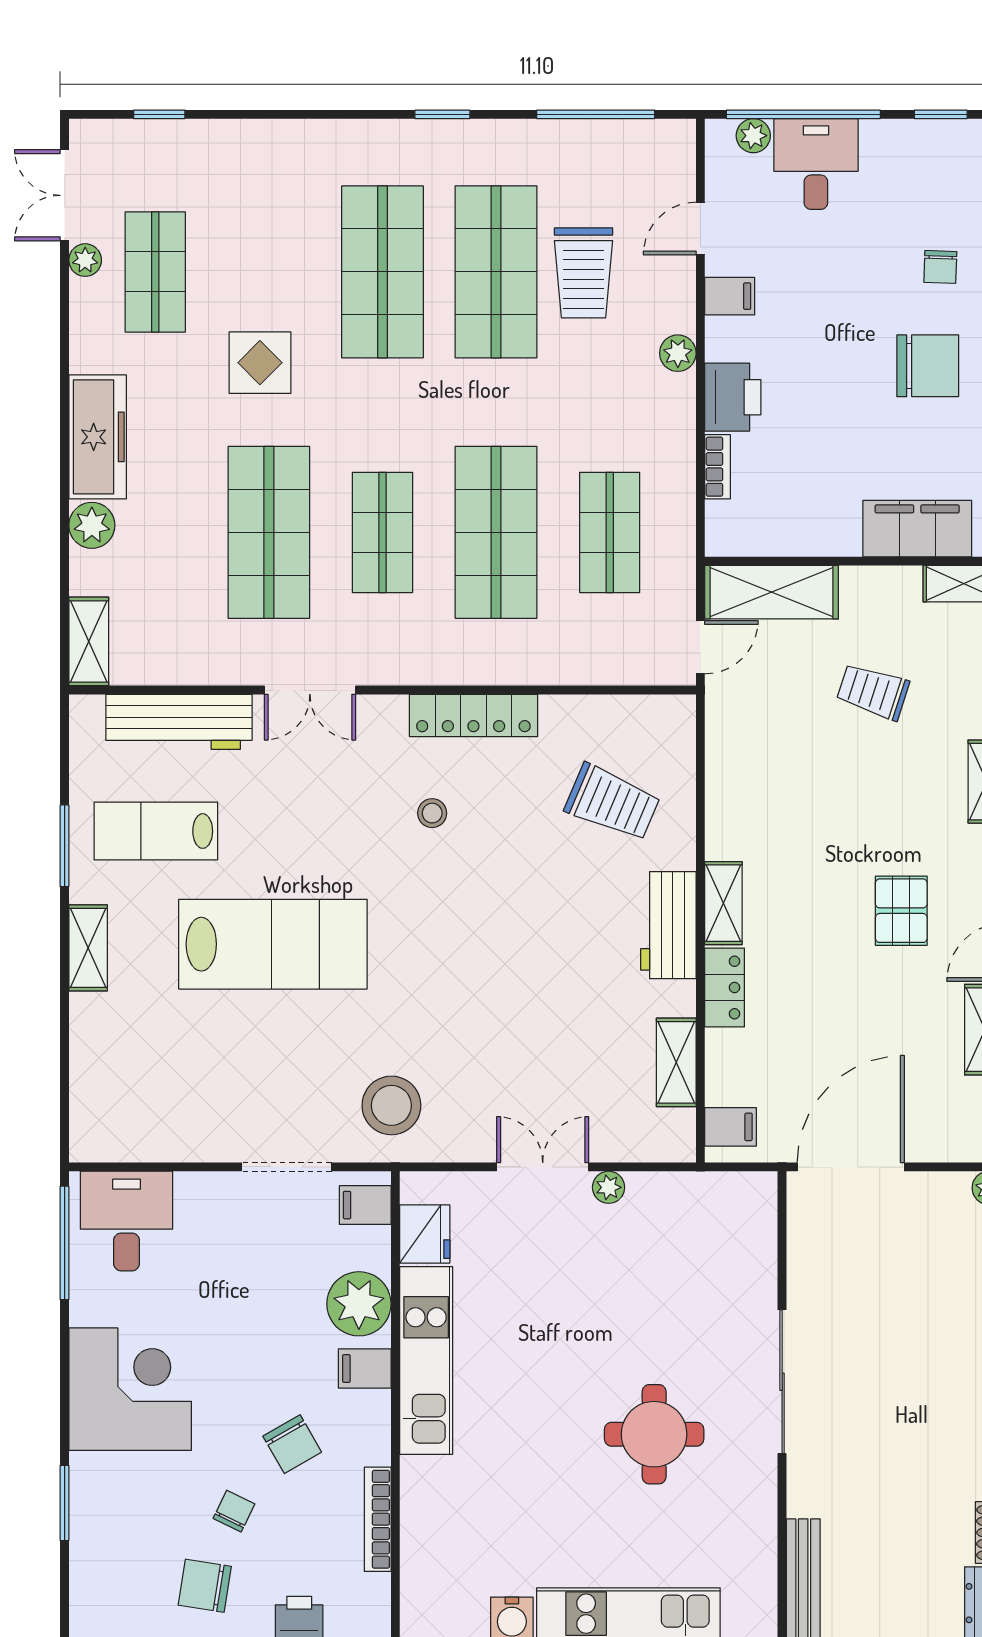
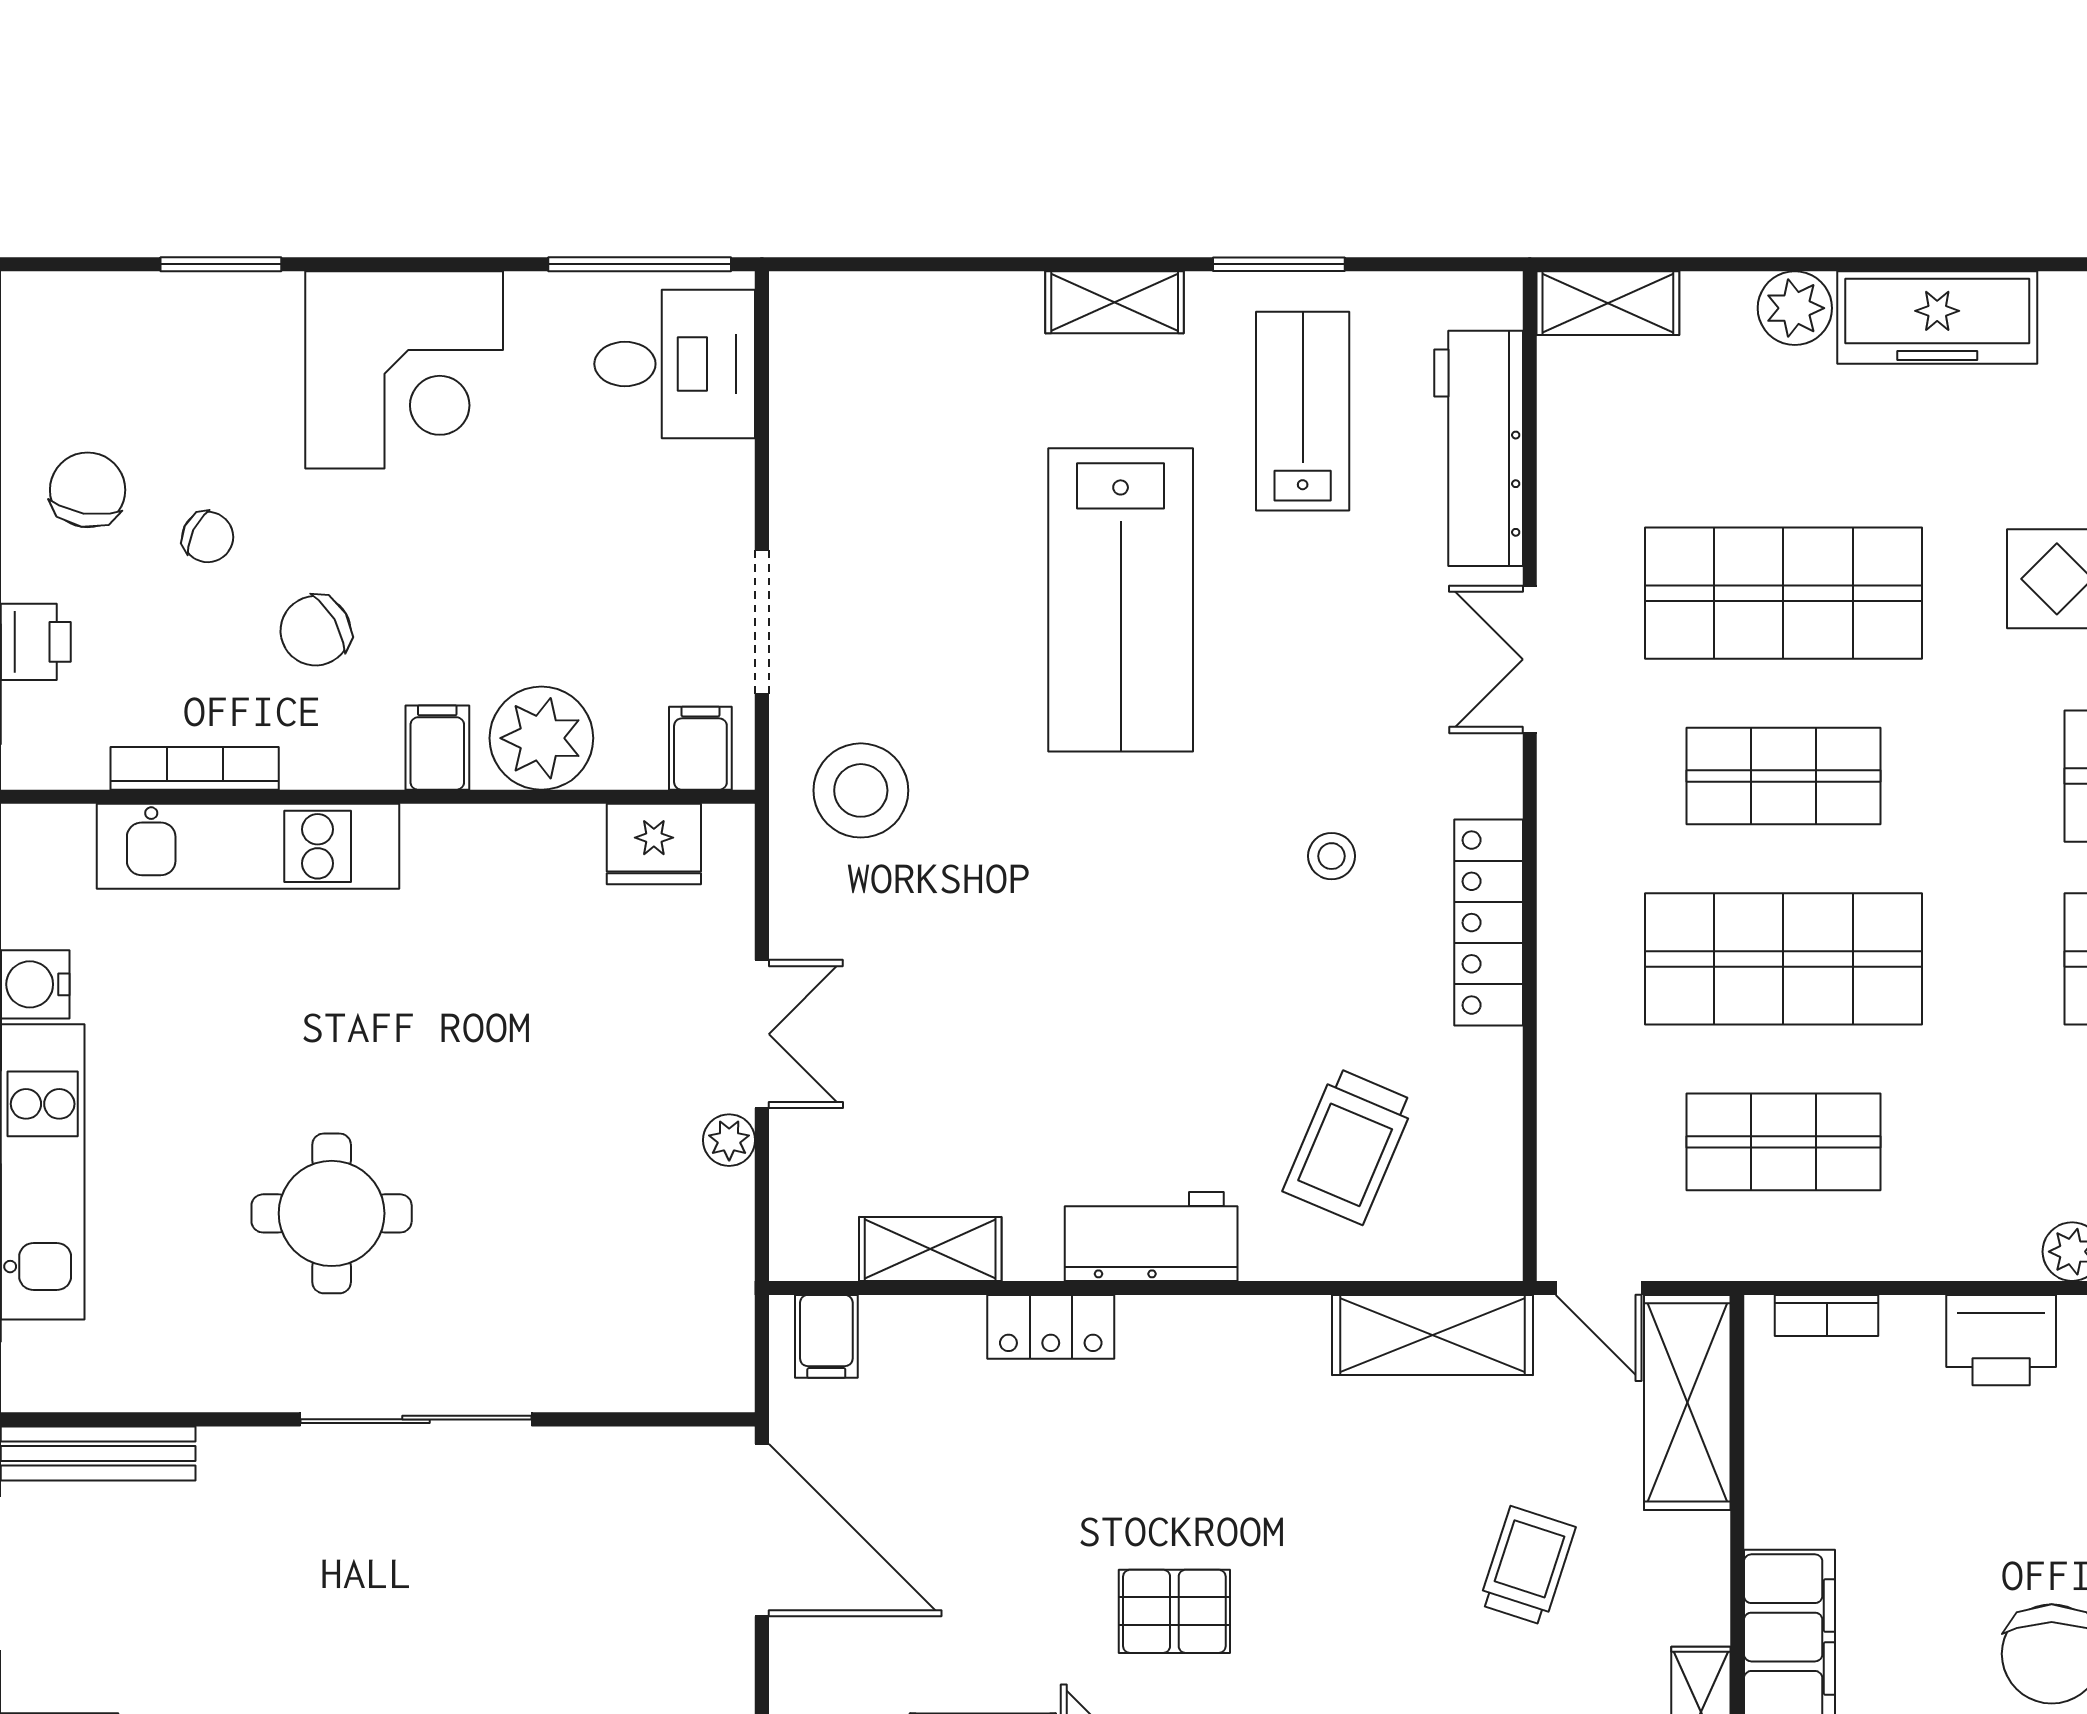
bookcase: (718, 467) -> (1827, 1316), moved
shelving: (723, 903) -> (1432, 1335), moved, width x1.50, depth x1.33
kitchen unit: (426, 1360) -> (248, 846), moved

